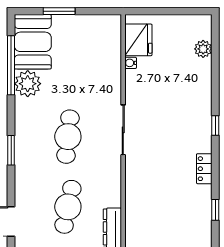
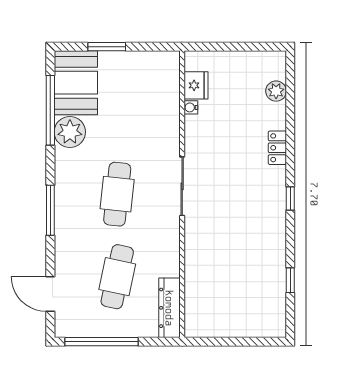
fridge: (138, 40) -> (196, 85), width x0.73, depth x0.75
window: (215, 125) -> (290, 199), moved
window: (11, 150) -> (50, 210), width x1.44
locker: (204, 169) -> (277, 148), moved

